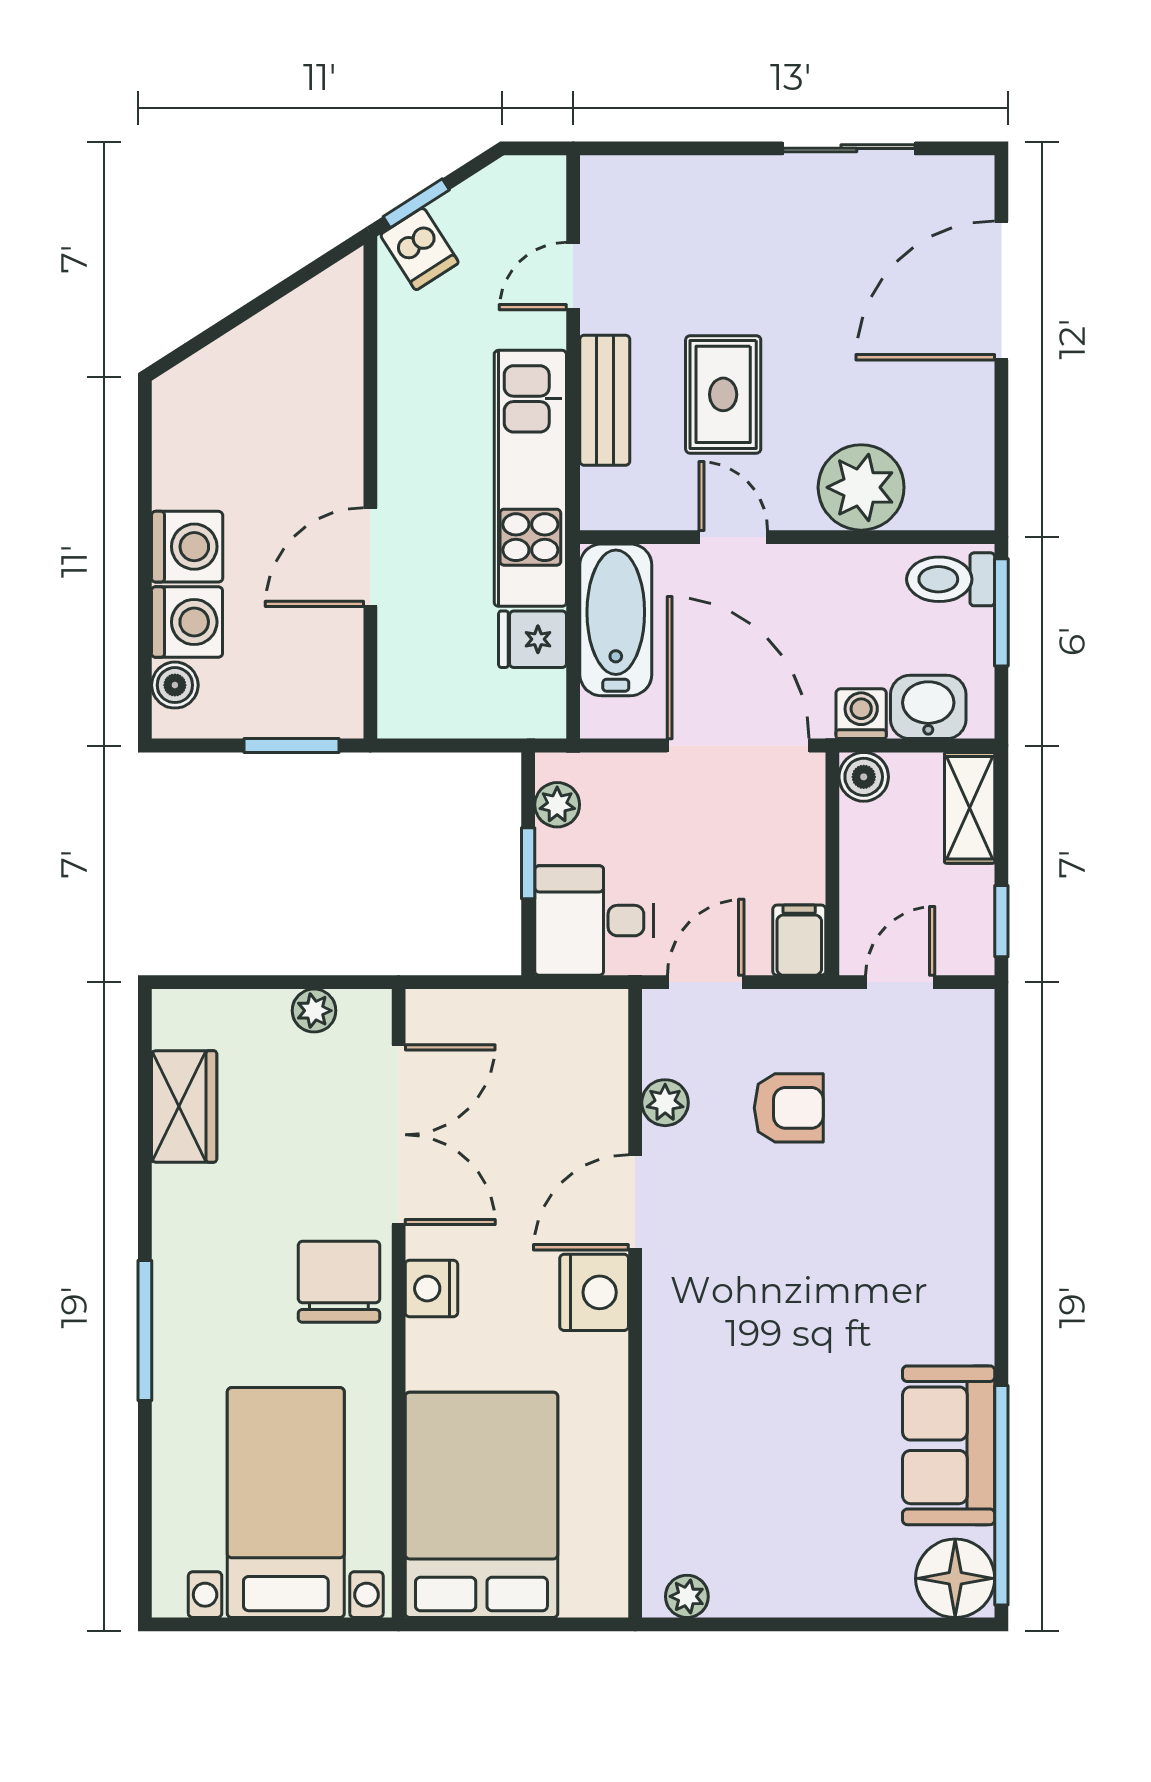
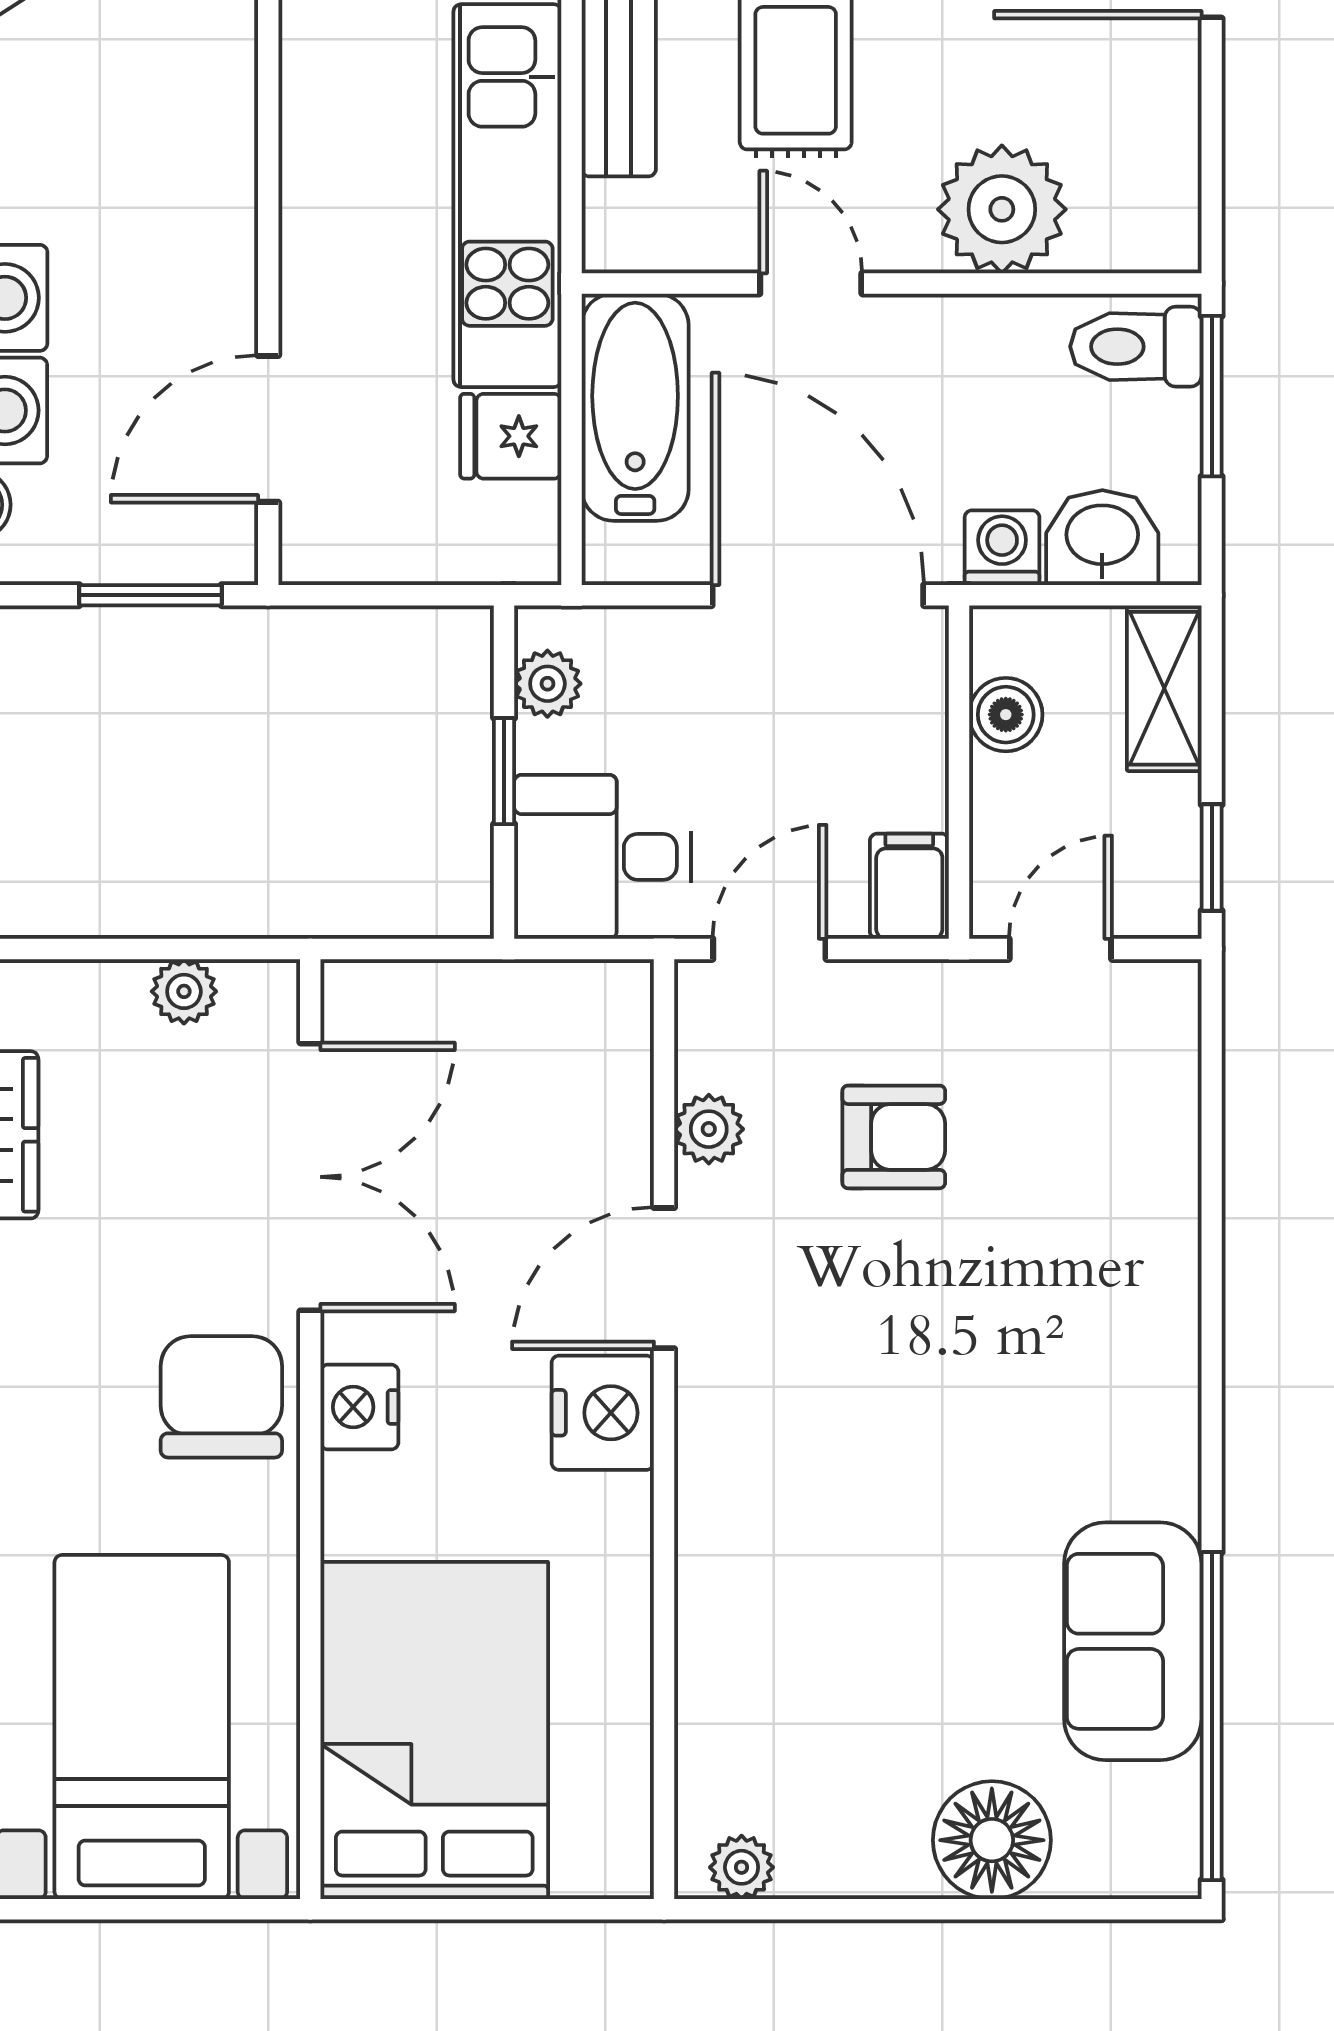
door: (370, 557) -> (268, 429), moved
boiler: (864, 777) -> (1006, 715), moved
floor lamp: (955, 1578) -> (992, 1840), moved

